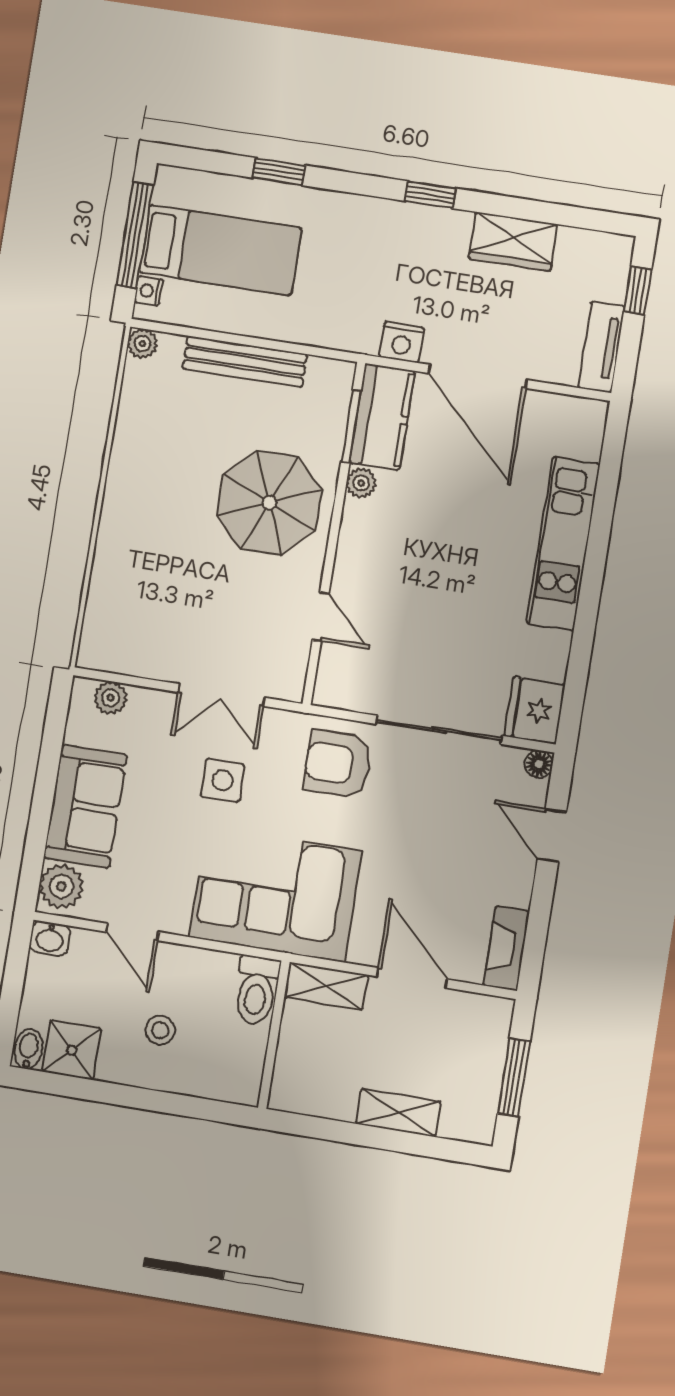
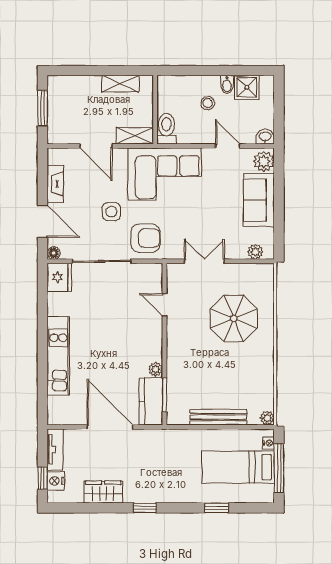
nightstand: (402, 342) -> (56, 481), moved, turned -90
parasol: (269, 503) -> (234, 318), moved
side table: (222, 780) -> (111, 212), moved
door: (552, 835) -> (43, 221), width x1.38
fireplace: (506, 948) -> (55, 184), moved
bidet: (28, 1049) -> (227, 85), moved
shelving: (398, 1113) -> (120, 84), moved

